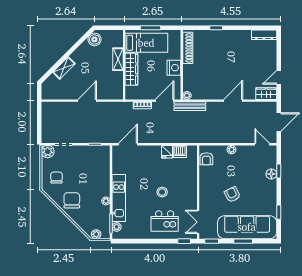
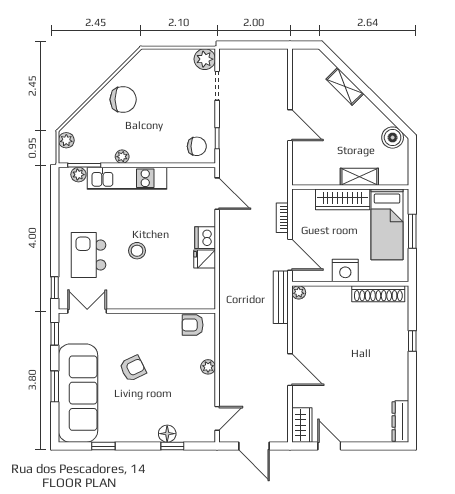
dishwasher: (180, 151) -> (205, 238), moved
chair: (56, 178) -> (197, 146), moved

